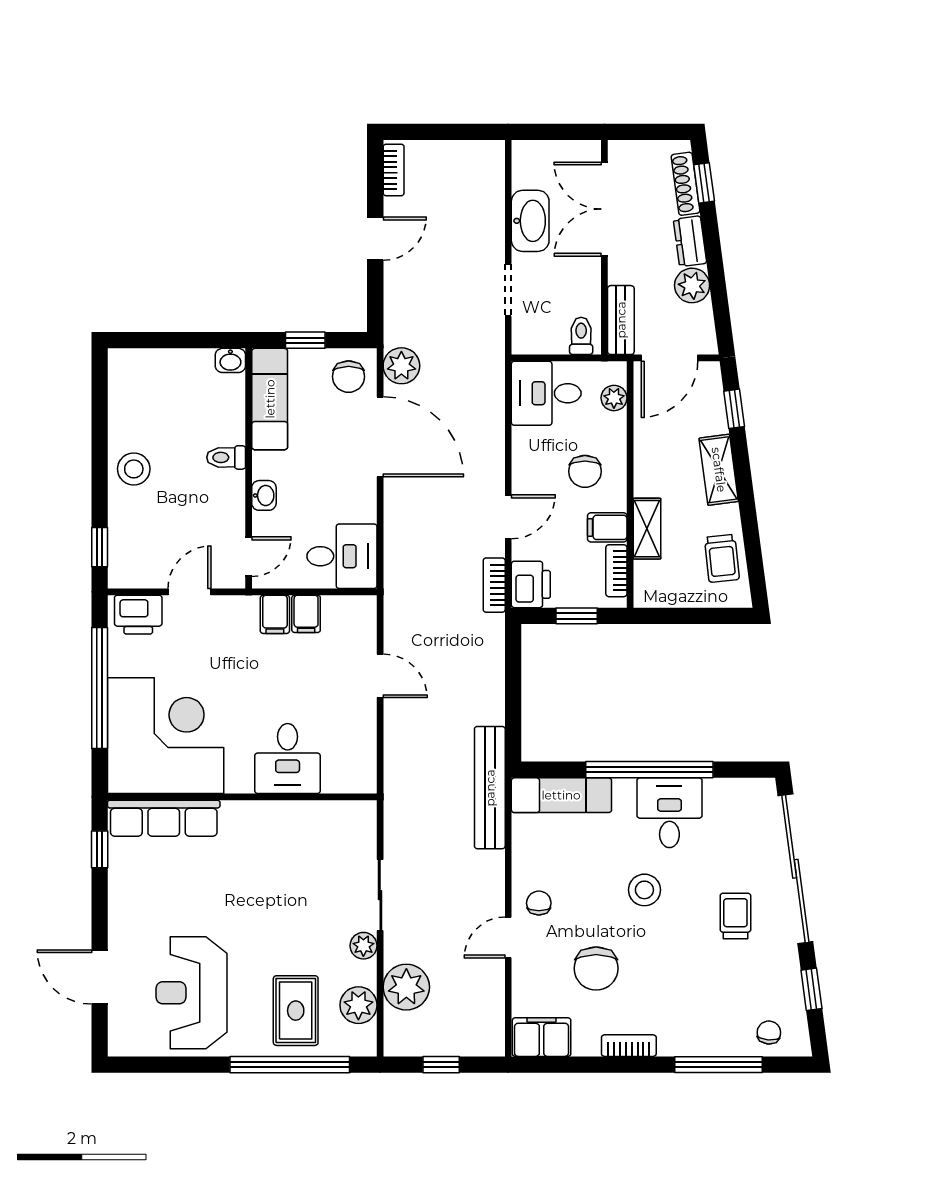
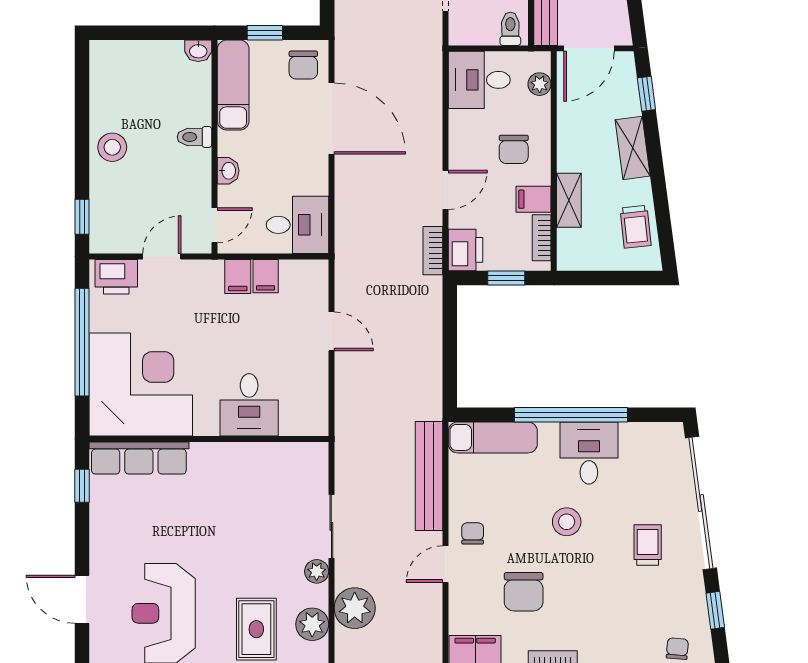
plant: (401, 366) -> (350, 55), removed
bench: (490, 788) -> (429, 476), moved

